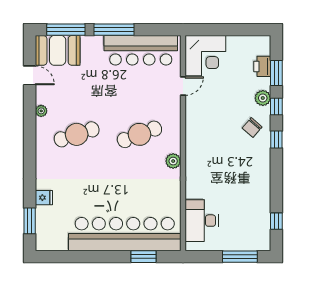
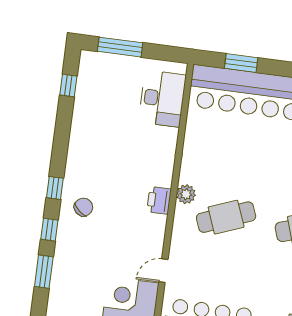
printer: (262, 66) -> (159, 200), moved, turned 180
plant: (263, 98) -> (65, 242), removed
plant: (173, 161) -> (186, 194), moved

